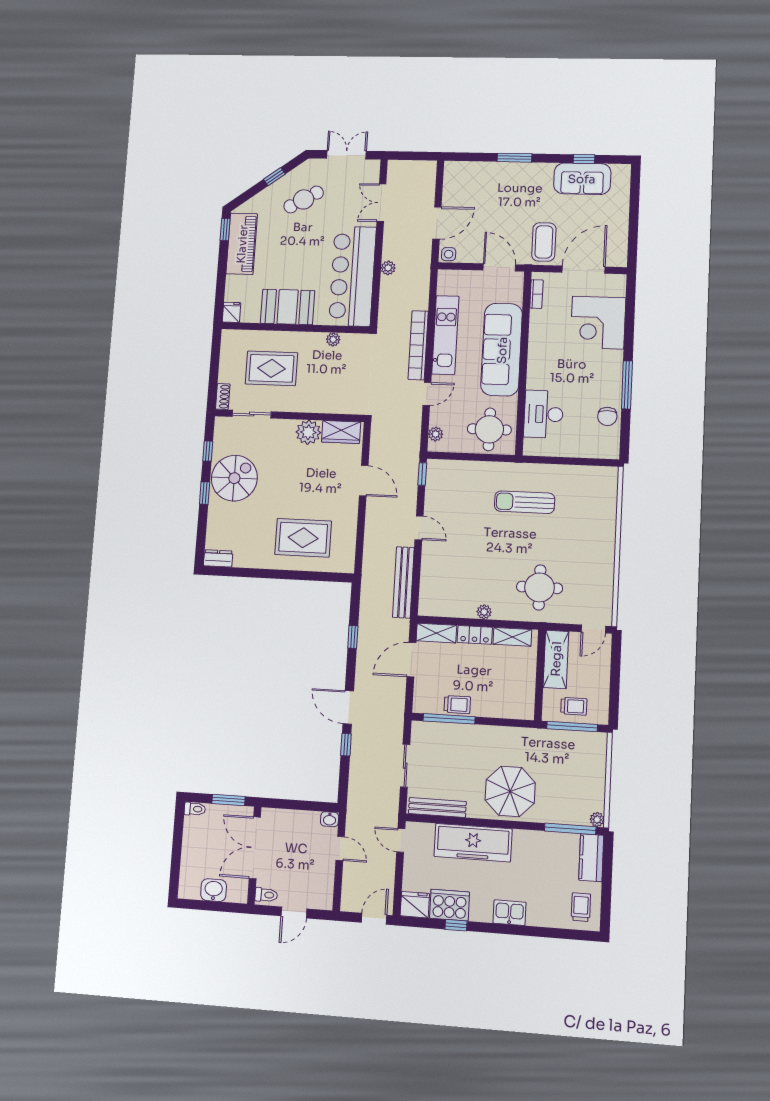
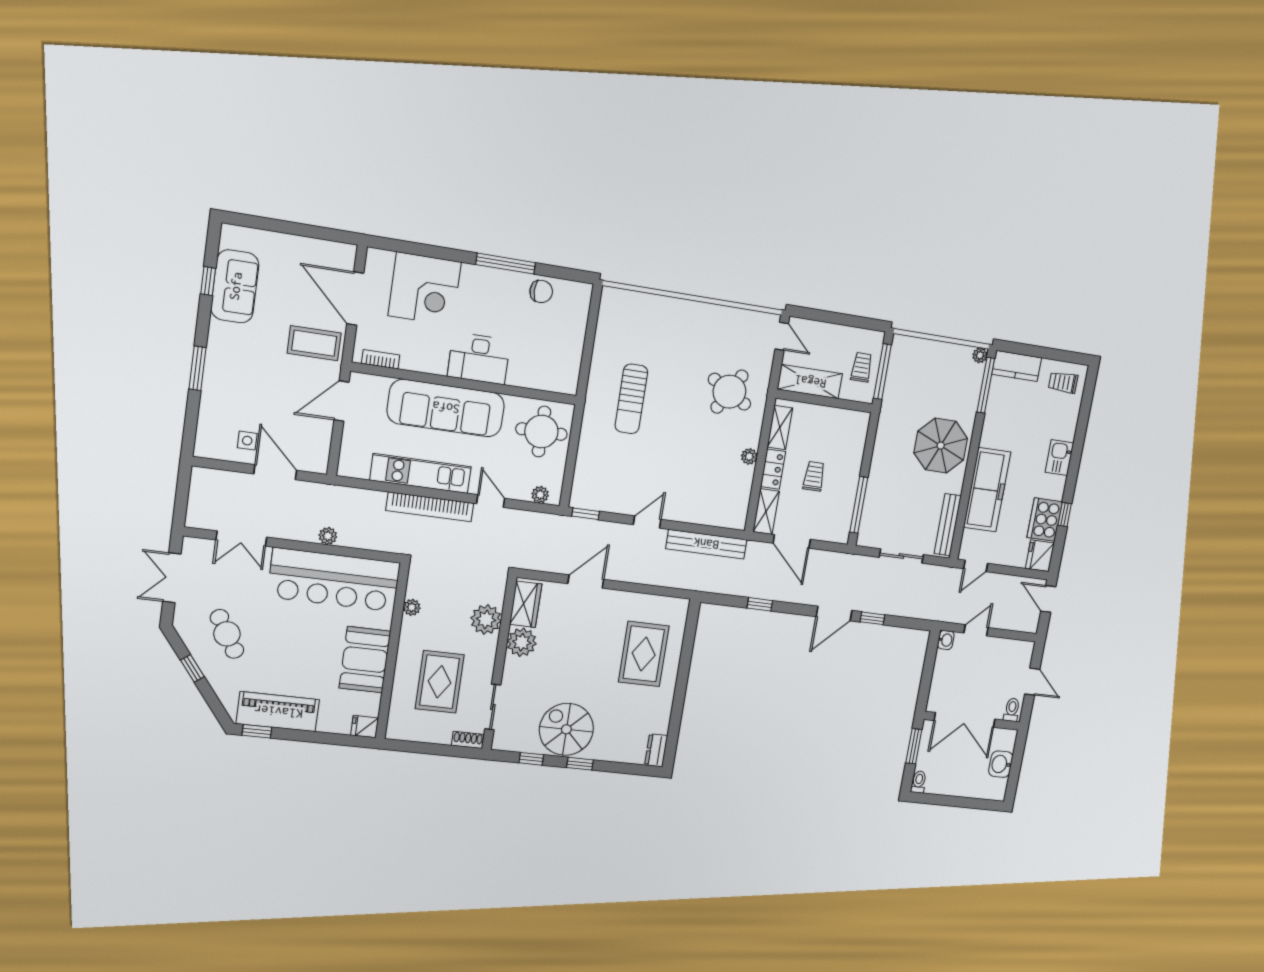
side table: (449, 254) -> (247, 441), moved
plant: (326, 401) -> (486, 619), added
desk: (544, 414) -> (479, 358), moved
round table: (540, 587) -> (729, 392), turned 30
trolley: (457, 705) -> (814, 476), moved

